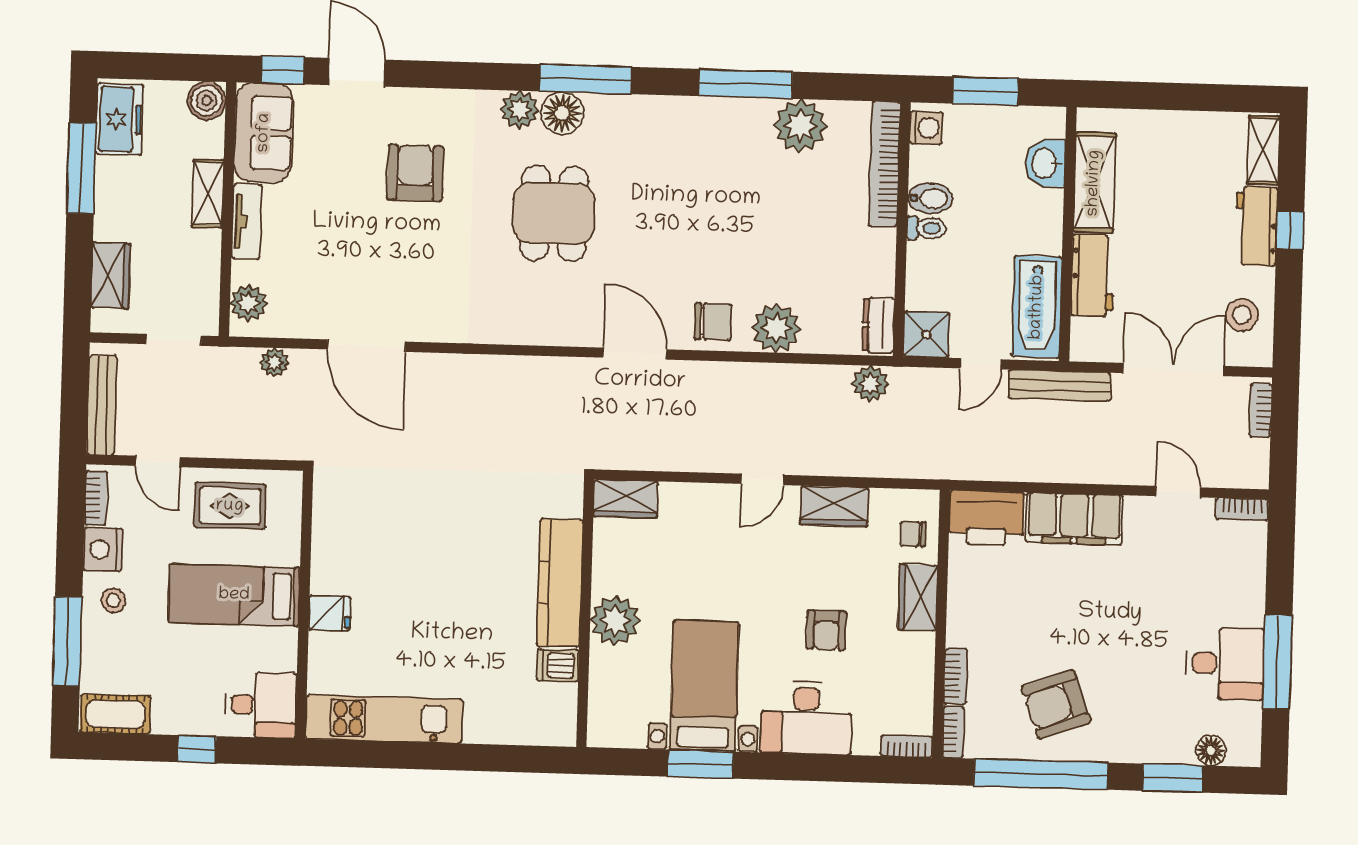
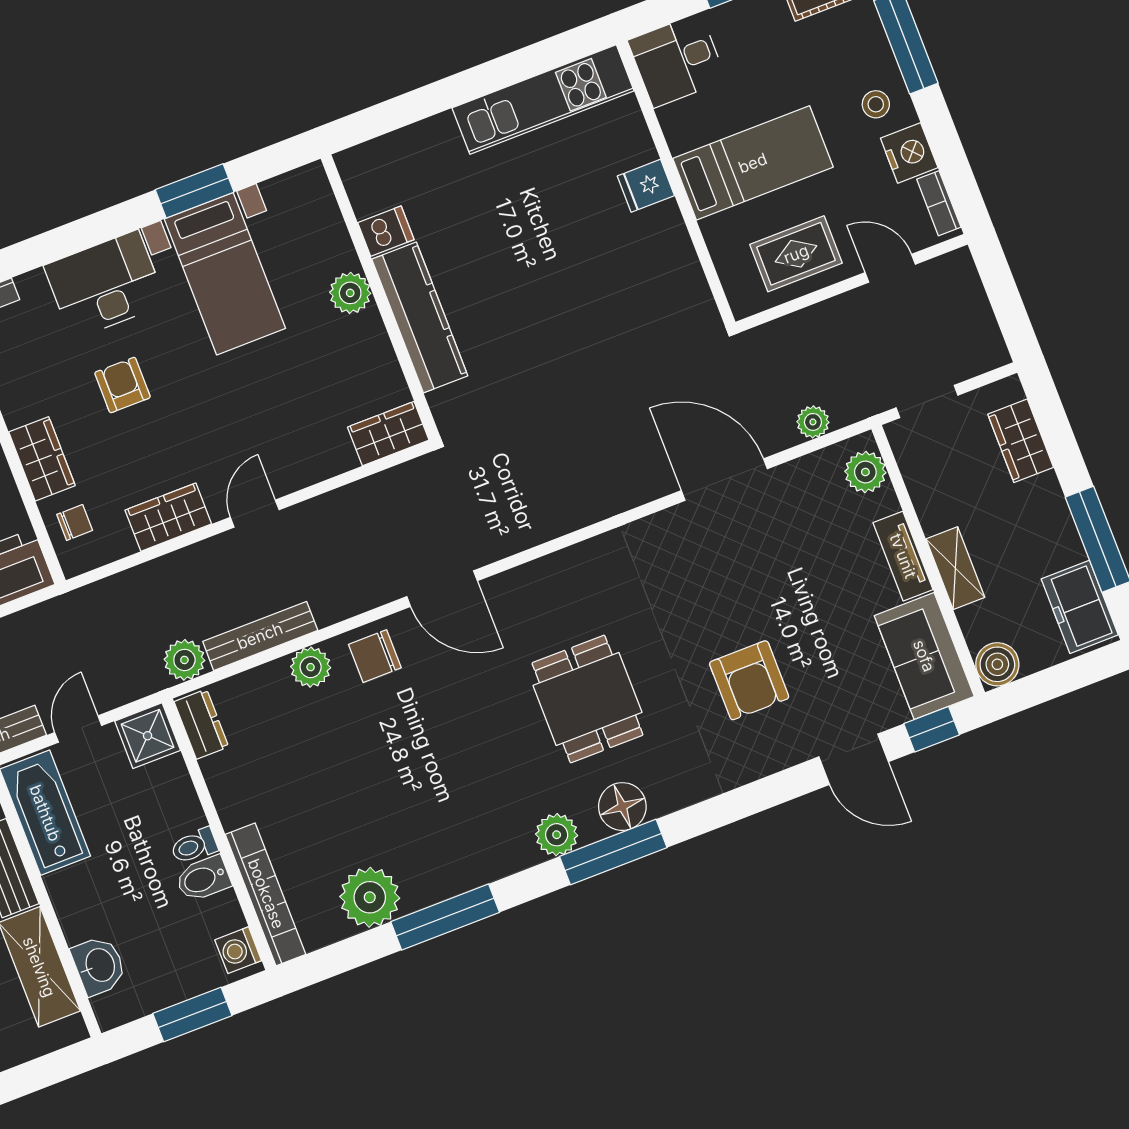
plant: (520, 110) -> (557, 835), moved
plant: (776, 328) -> (311, 667), width x0.73, depth x0.73
bench: (102, 405) -> (260, 636), moved, turned 90
plant: (615, 621) -> (350, 293), width x0.73, depth x0.73

